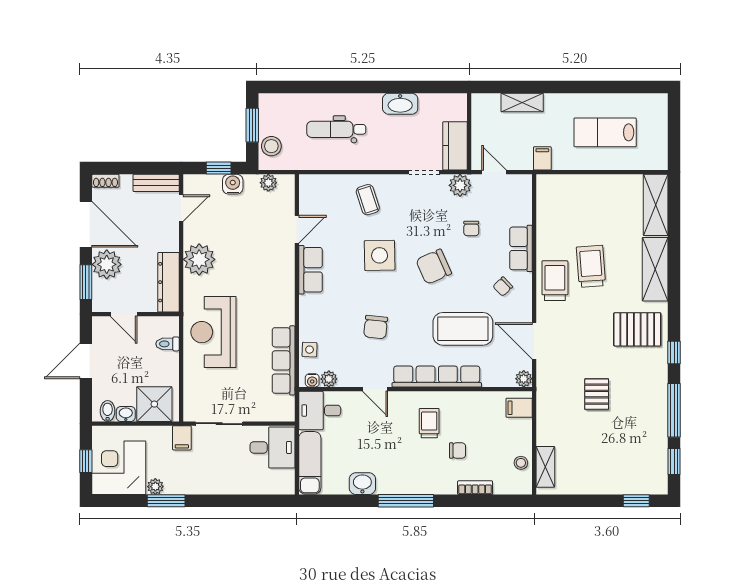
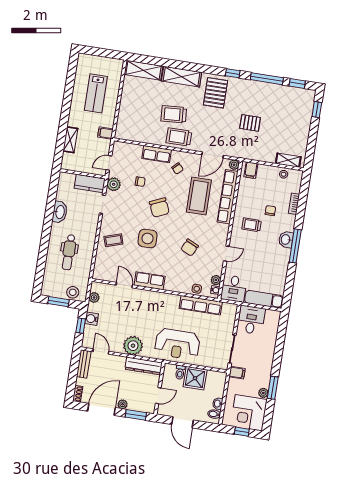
plant: (107, 264) -> (123, 404), width x0.53, depth x0.53
chair: (376, 327) -> (190, 248), turned 109
row of seats: (437, 377) -> (228, 197), moved
shower: (154, 404) -> (195, 378), moved
washbasin: (362, 484) -> (286, 240), moved

